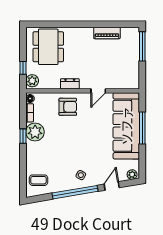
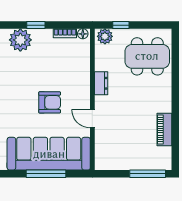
armchair: (68, 107) -> (50, 102), moved, turned -90
plant: (35, 132) -> (20, 40), moved

